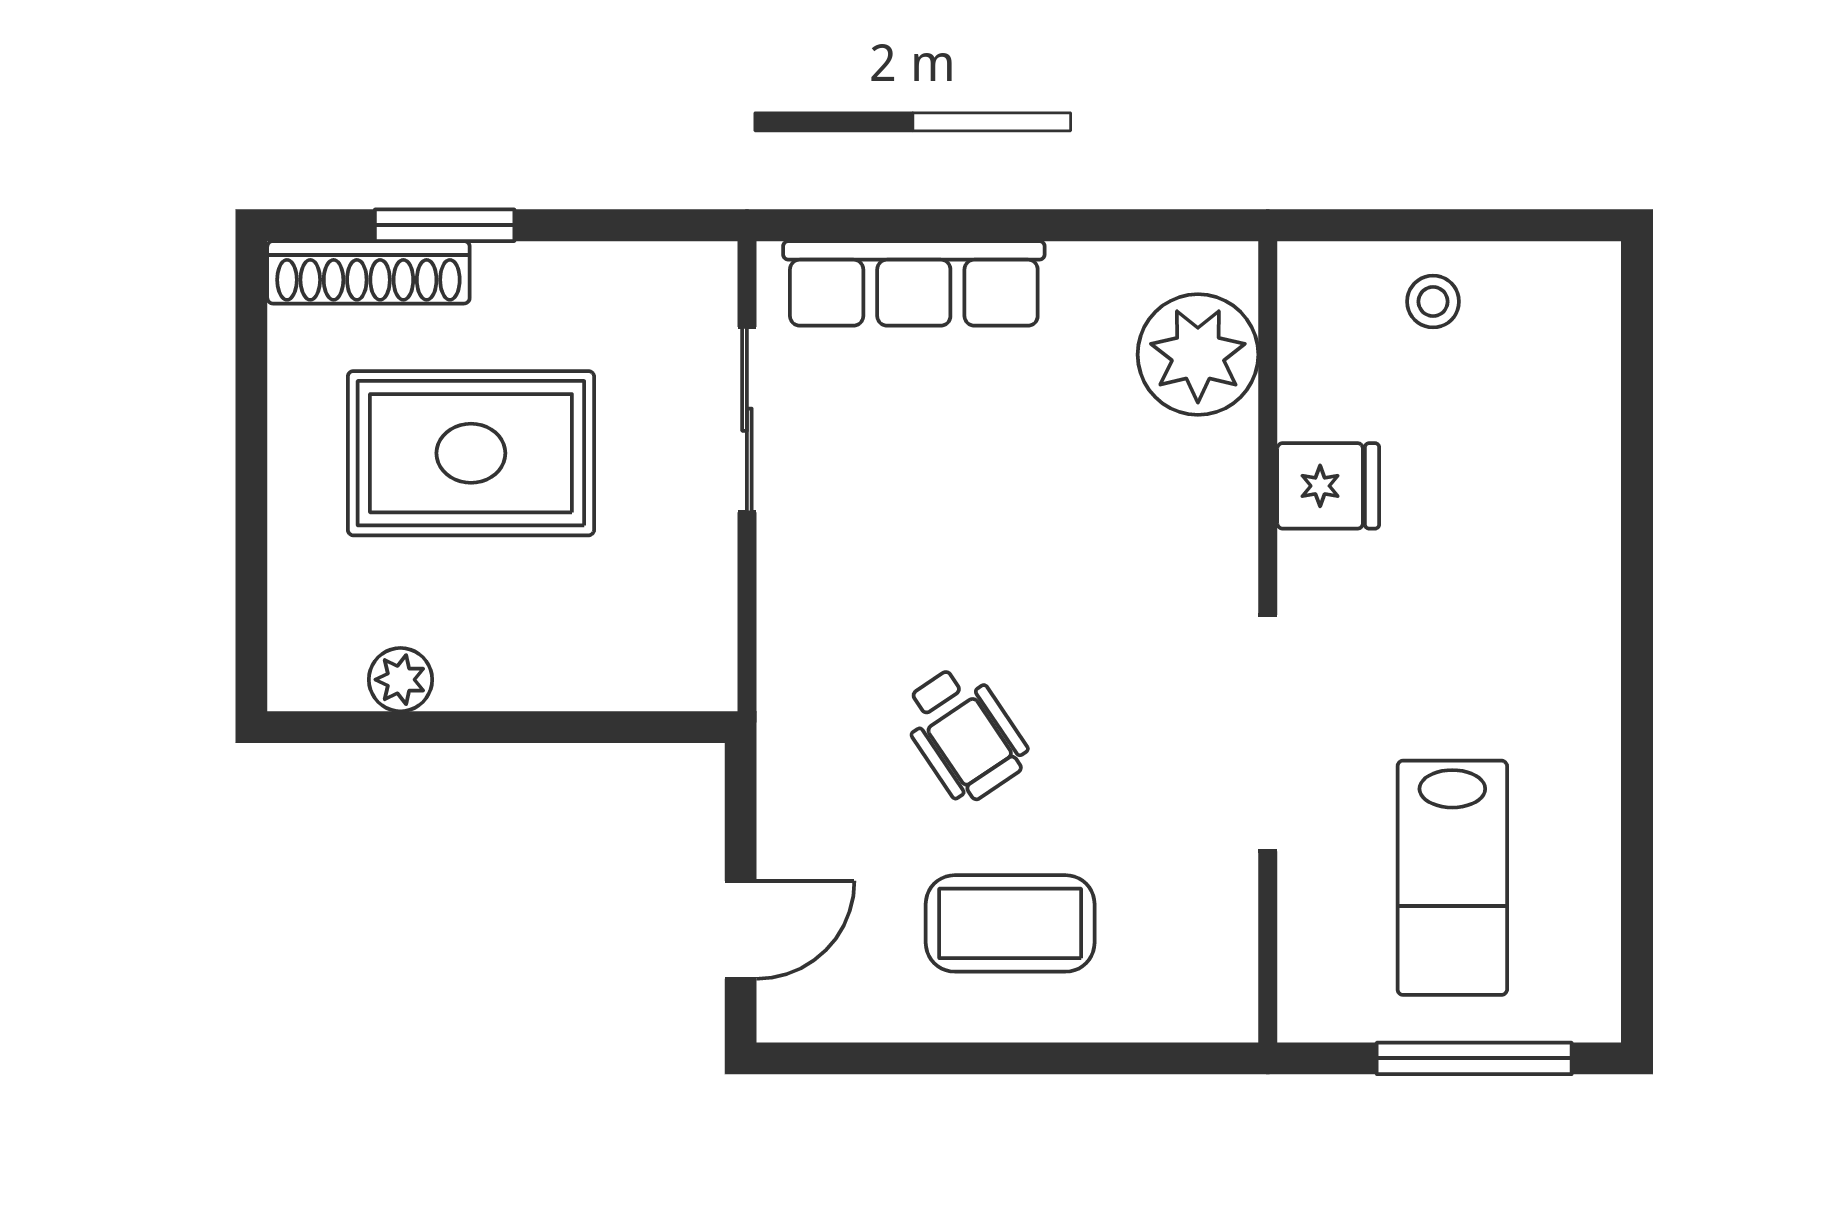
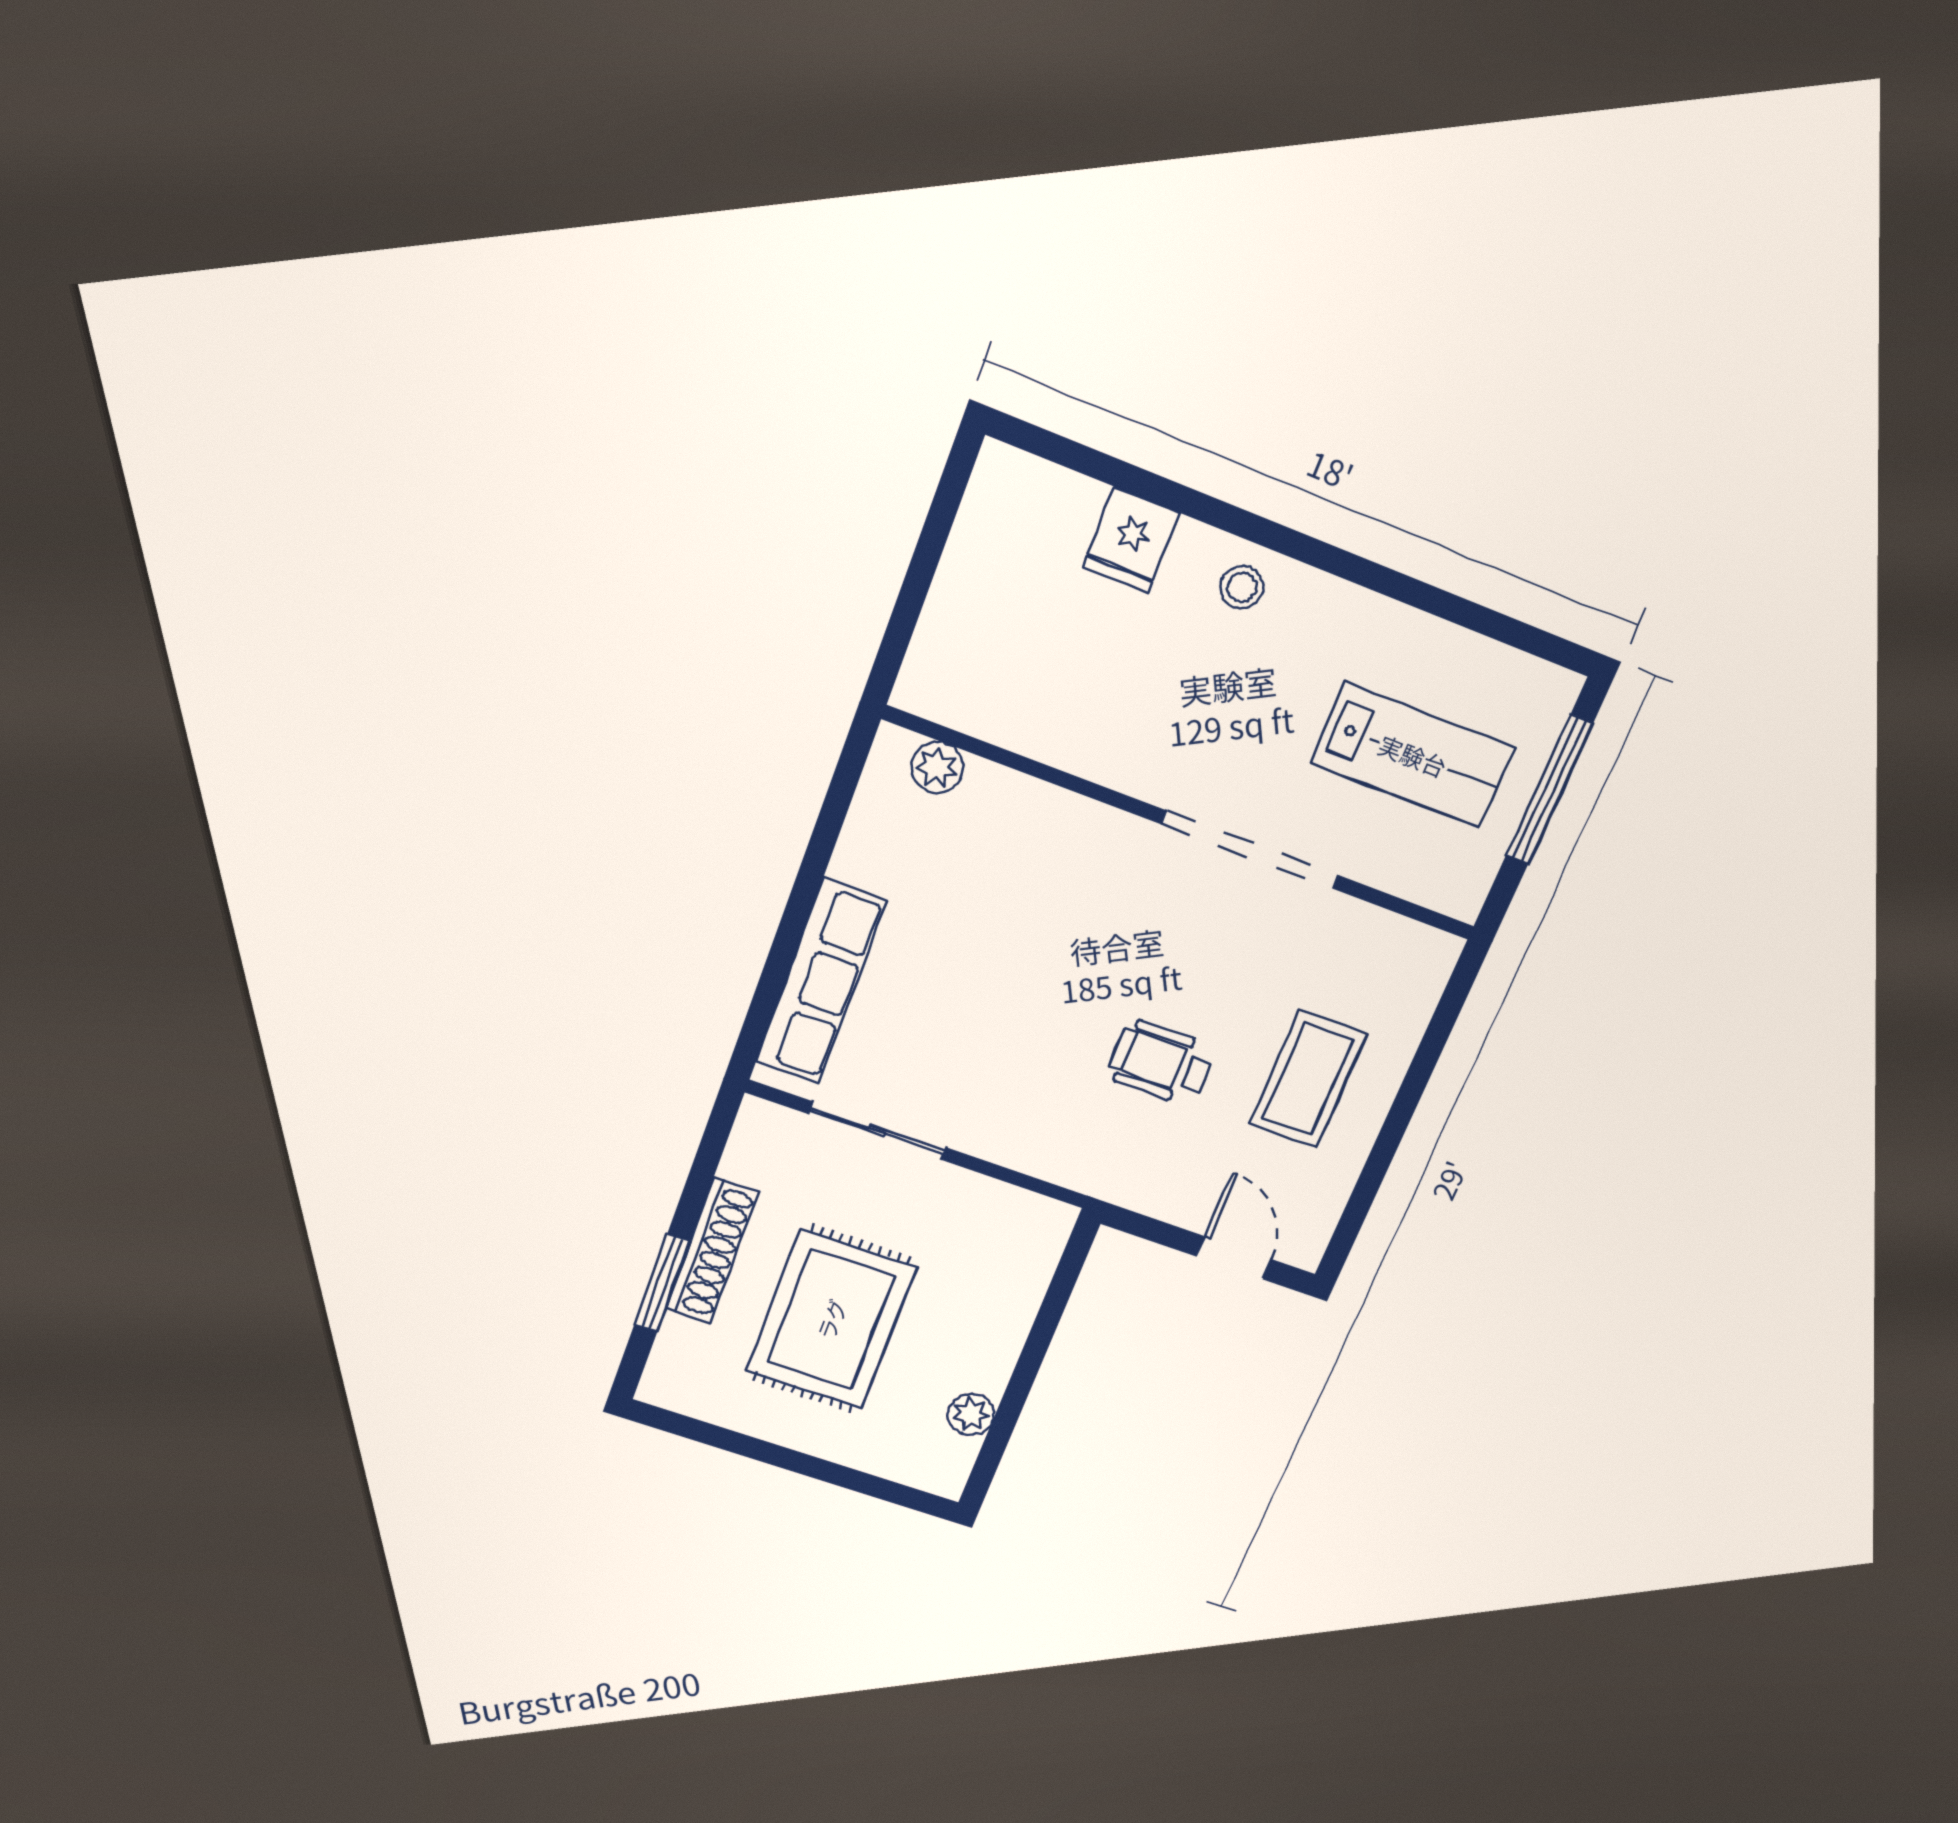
shoe rack: (368, 272) -> (712, 1251), moved
stool: (1433, 302) -> (1242, 587), moved
plant: (1198, 355) -> (937, 767), width x0.53, depth x0.53
fridge: (1328, 486) -> (1131, 540), moved, turned 180
wheelchair: (964, 734) -> (1161, 1063), turned -146

